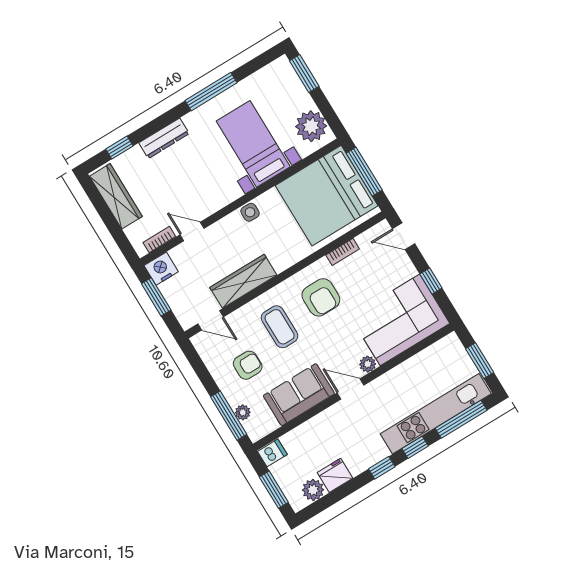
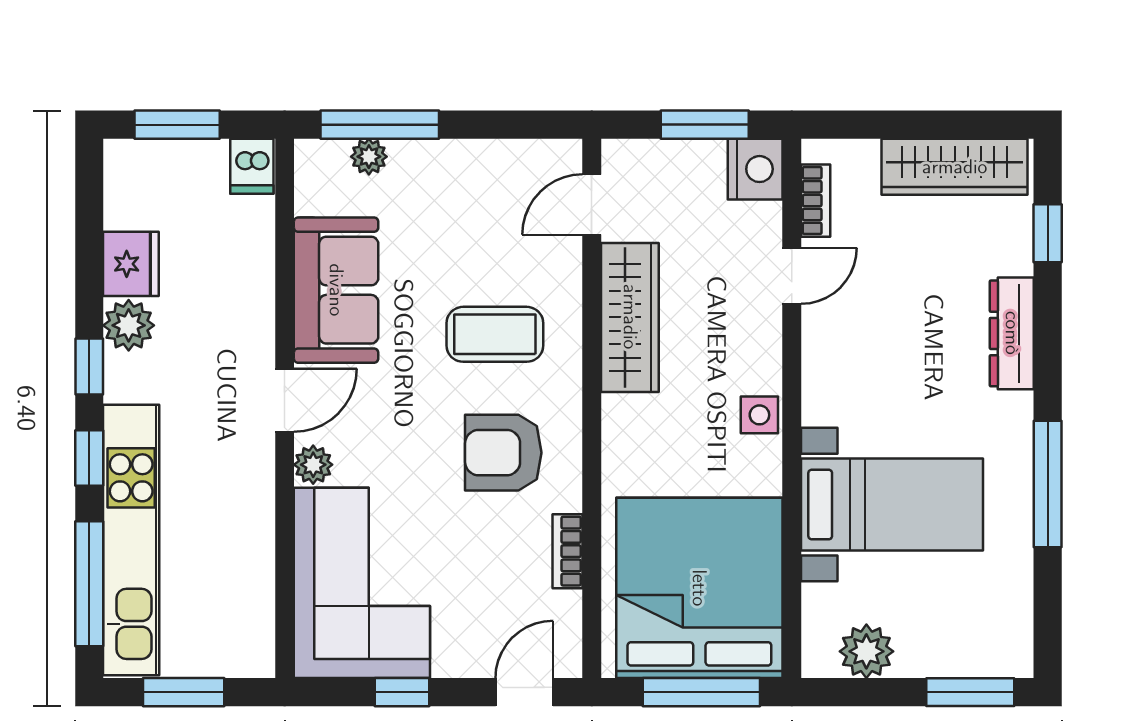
plant: (311, 126) -> (866, 651), width x0.73, depth x0.73
armchair: (248, 365) -> (457, 224), removed
plant: (313, 490) -> (129, 325), moved

